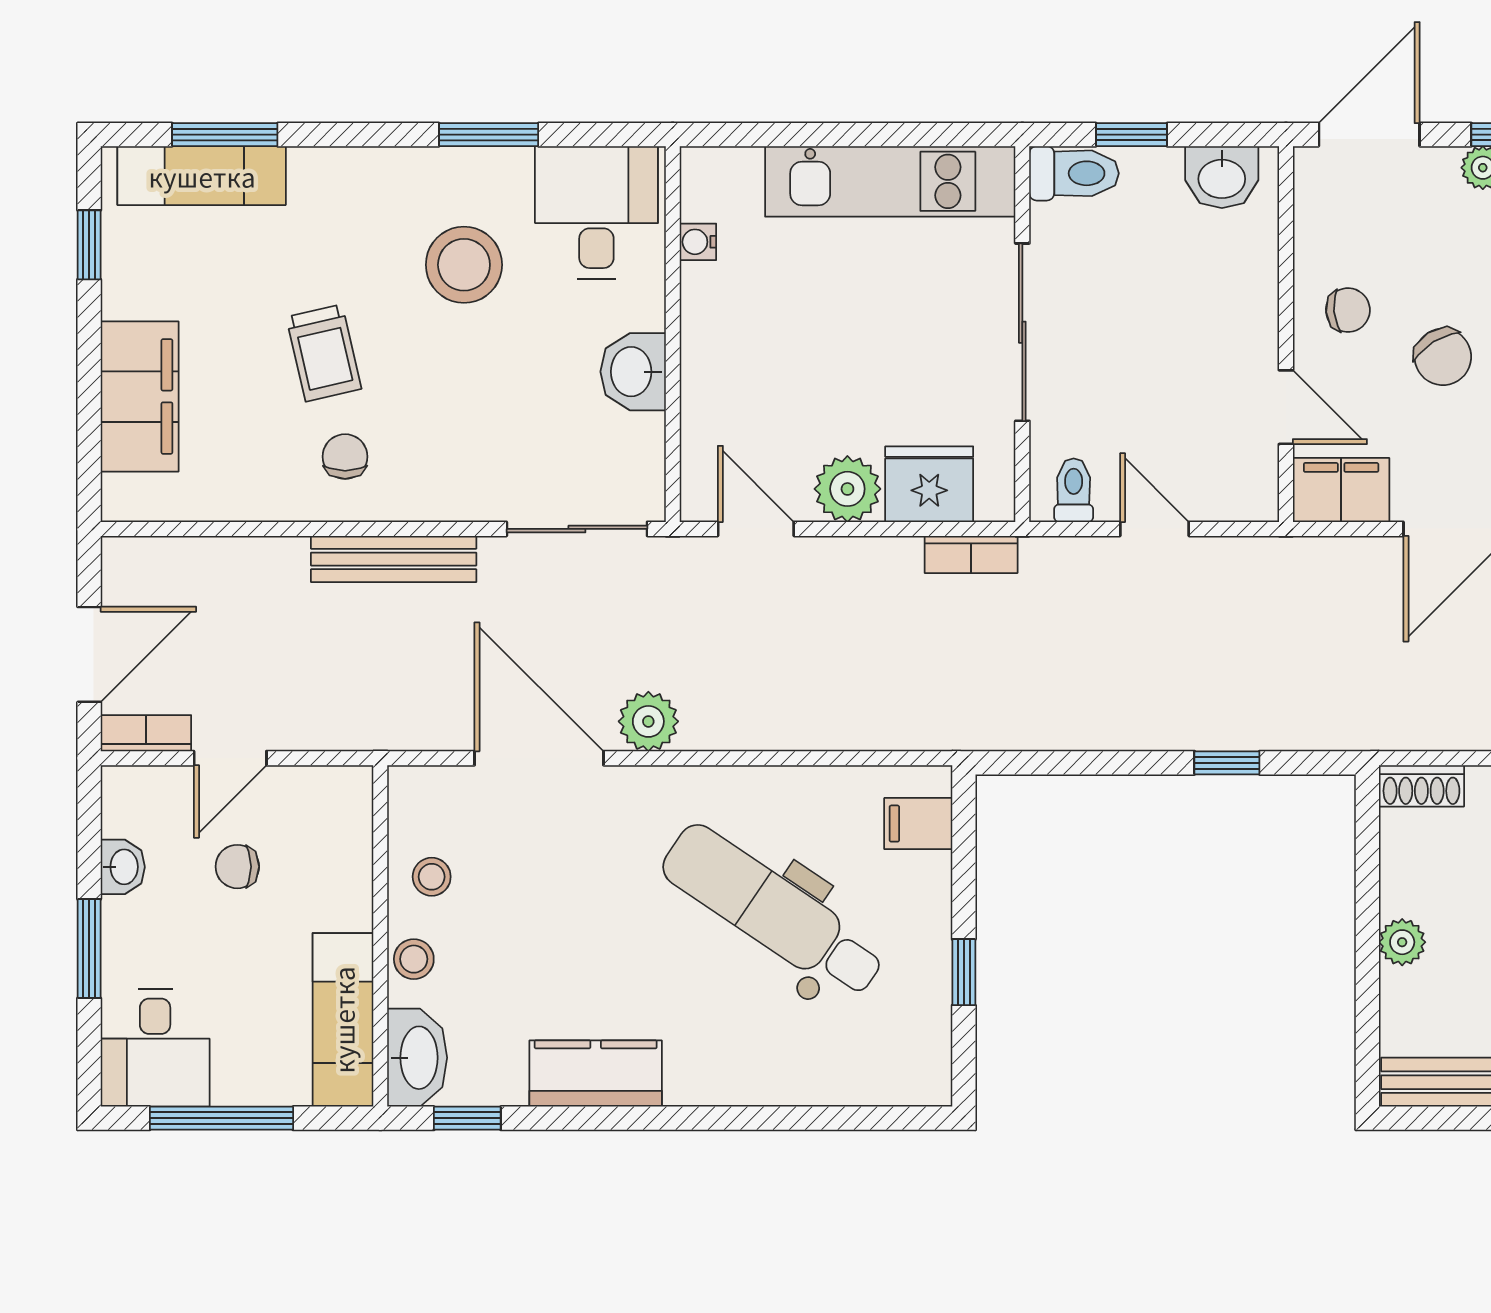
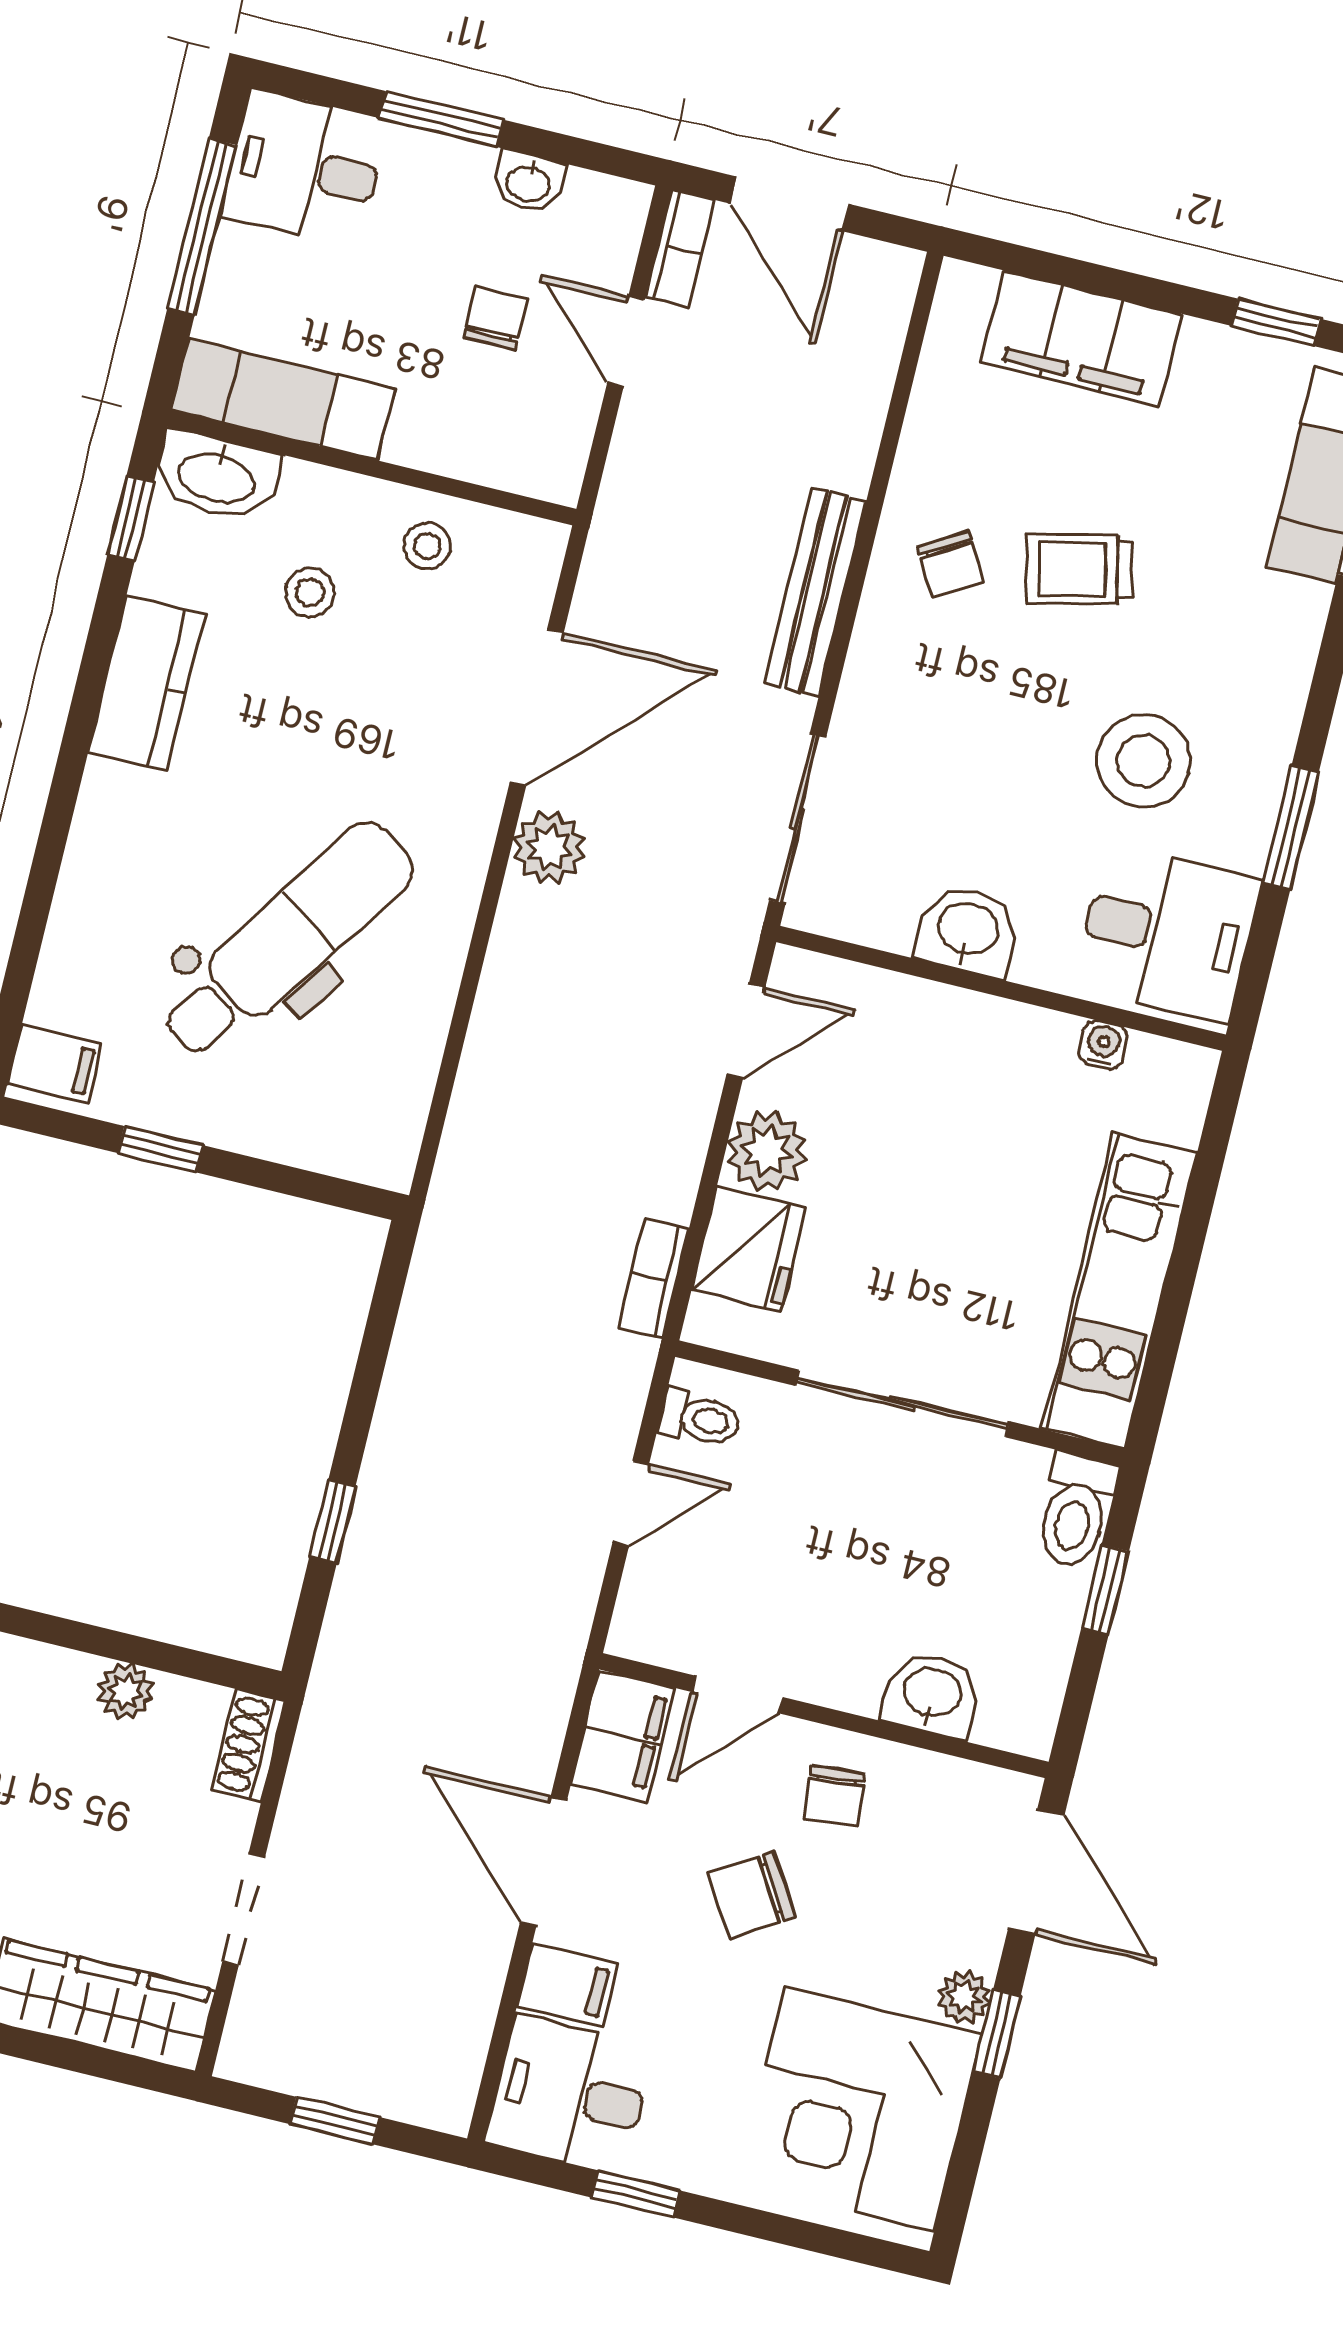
washbasin: (1222, 177) -> (932, 1694), moved, turned 90
chair: (345, 457) -> (951, 565), turned 59
filing cabinet: (918, 824) -> (55, 1064), moved, turned 90
plant: (1402, 942) -> (126, 1691), moved
stool: (414, 959) -> (310, 592), moved

